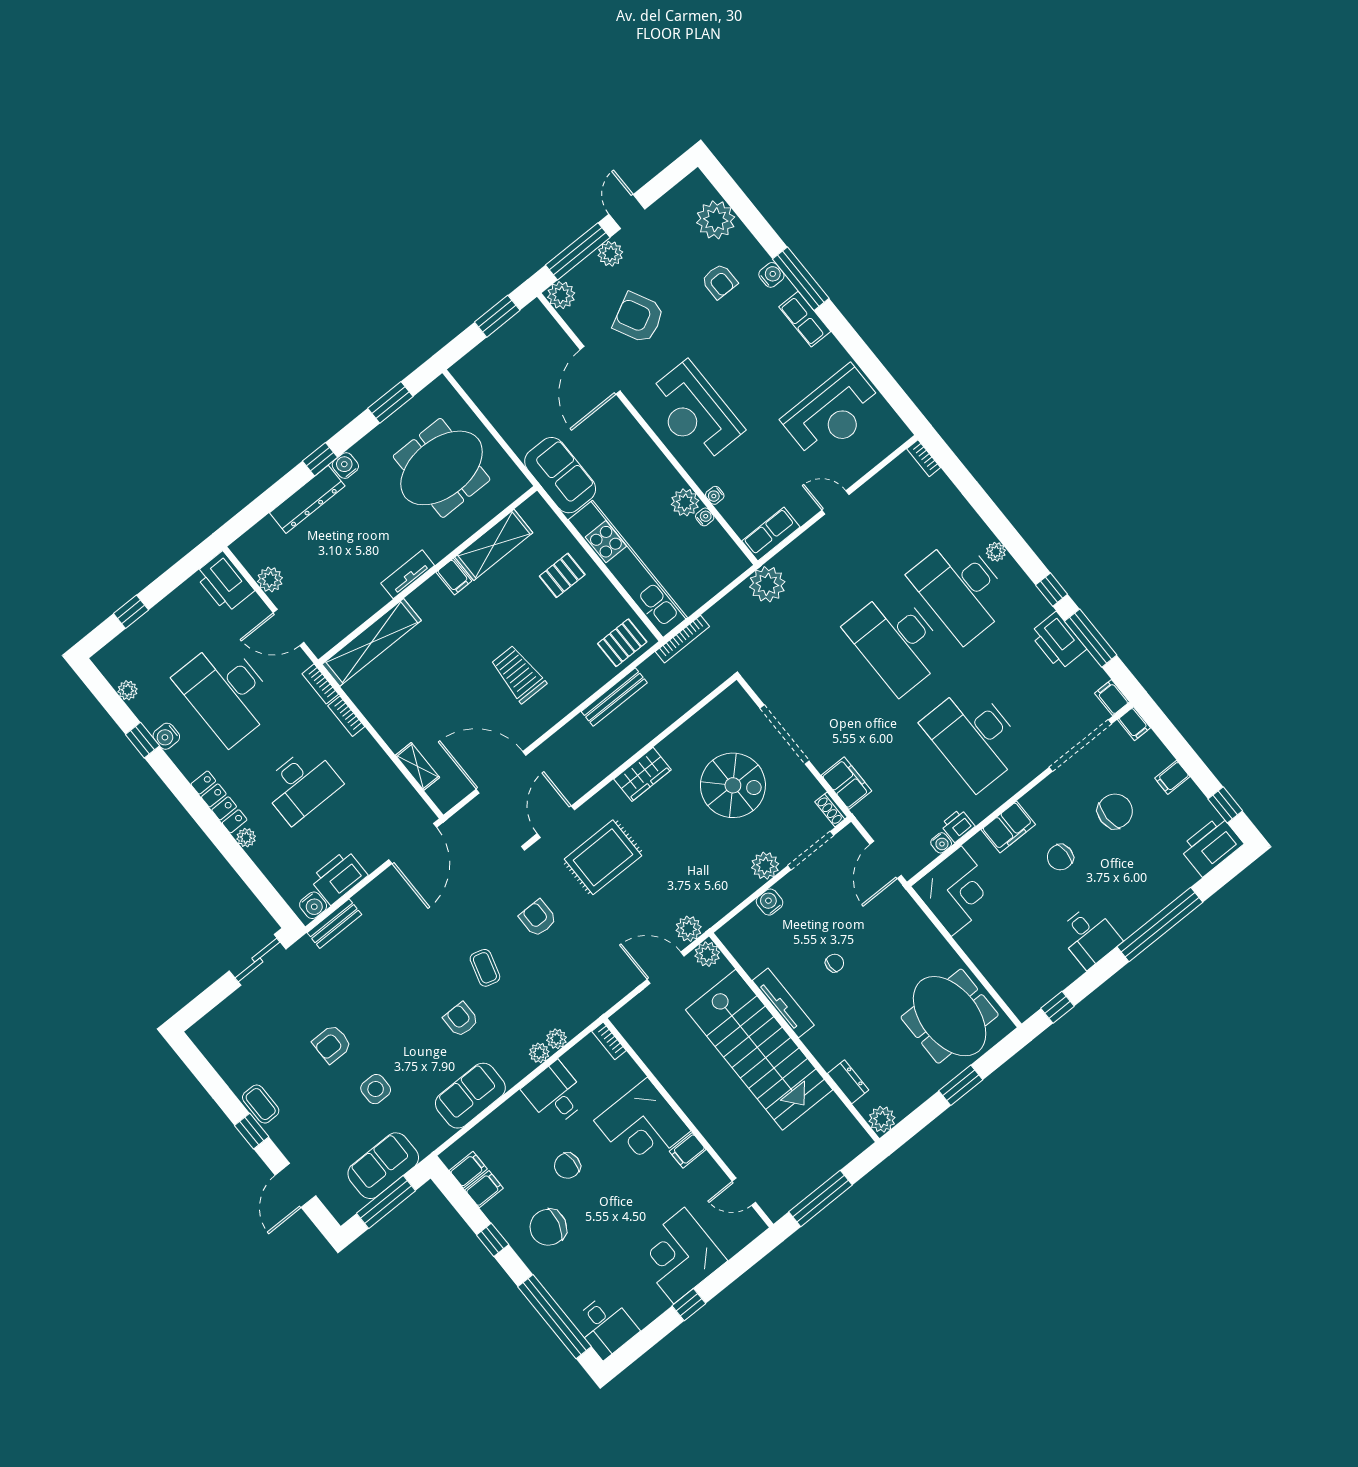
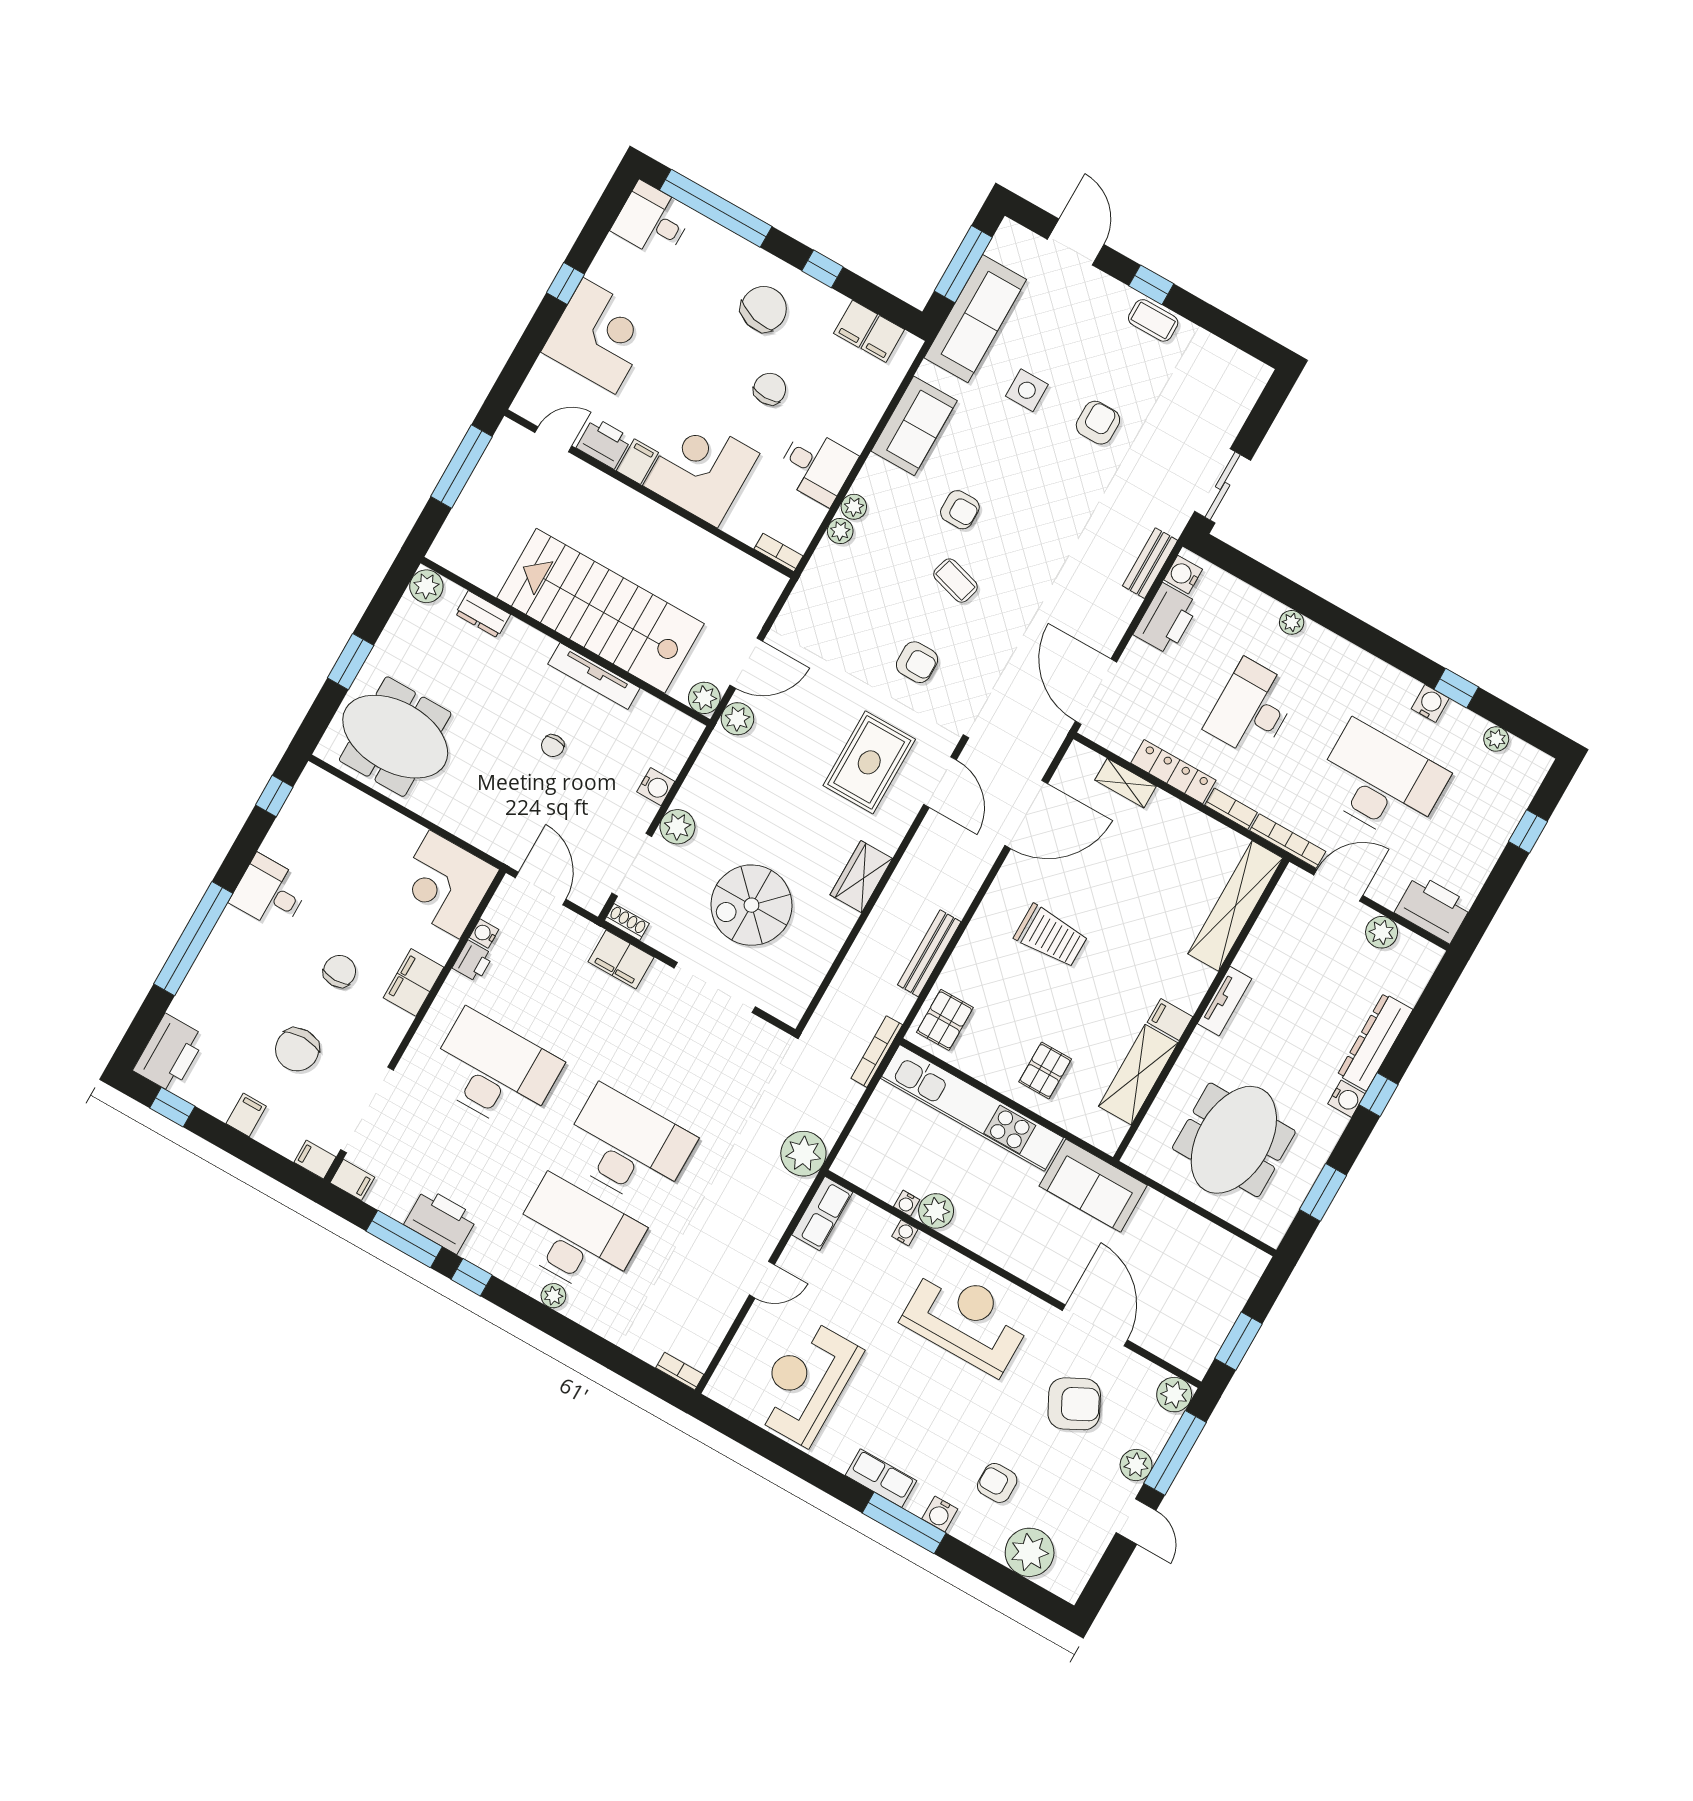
bookcase: (320, 684) -> (1288, 841), width x1.56
locker: (219, 802) -> (1173, 772), moved, turned 180
sofa: (383, 1166) -> (975, 319), width x1.36
printer: (707, 1174) -> (604, 443), added

